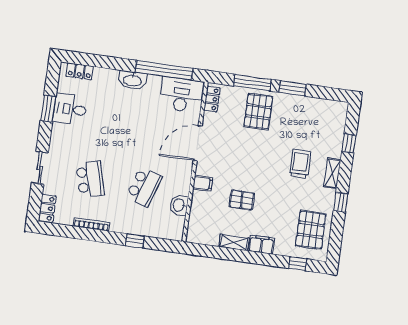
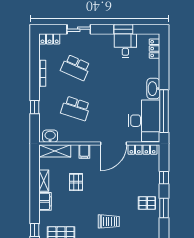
window: (252, 83) -> (164, 178), width x0.46
desk: (181, 95) -> (144, 121), width x1.36, depth x1.30
locker: (212, 99) -> (143, 149), width x1.53
pallet: (258, 112) -> (147, 203), moved, width x0.67, depth x0.71
door: (198, 143) -> (113, 143), swing flipped
school desk: (90, 179) -> (76, 68), turned 39
washbasin: (179, 205) -> (50, 136), moved
shelving: (197, 222) -> (55, 151), added

